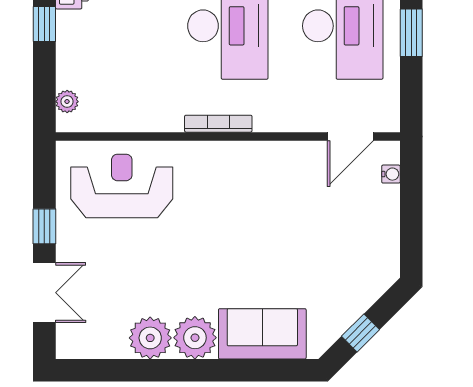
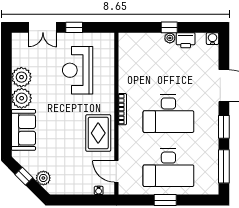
plant: (67, 102) -> (170, 38), moved
rug: (269, 175) -> (98, 133), added
reception desk: (122, 186) -> (78, 70), moved, turned 180
plant: (364, 292) -> (43, 178), added

